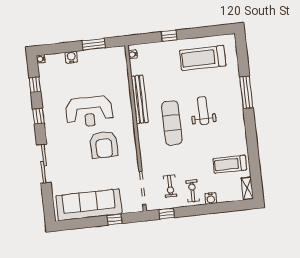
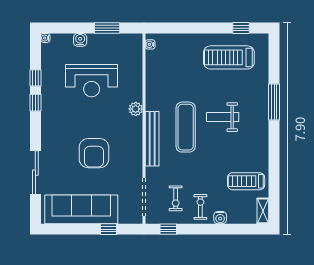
window: (169, 36) -> (241, 28), moved
window: (35, 85) -> (35, 78), moved
bench: (140, 99) -> (152, 139), moved
weight bench: (203, 111) -> (223, 117), turned -90
reception desk: (89, 112) -> (92, 81), moved
plant: (126, 112) -> (136, 109), added
armchair: (104, 145) -> (94, 153), moved
sliding door: (44, 164) -> (35, 173), moved

